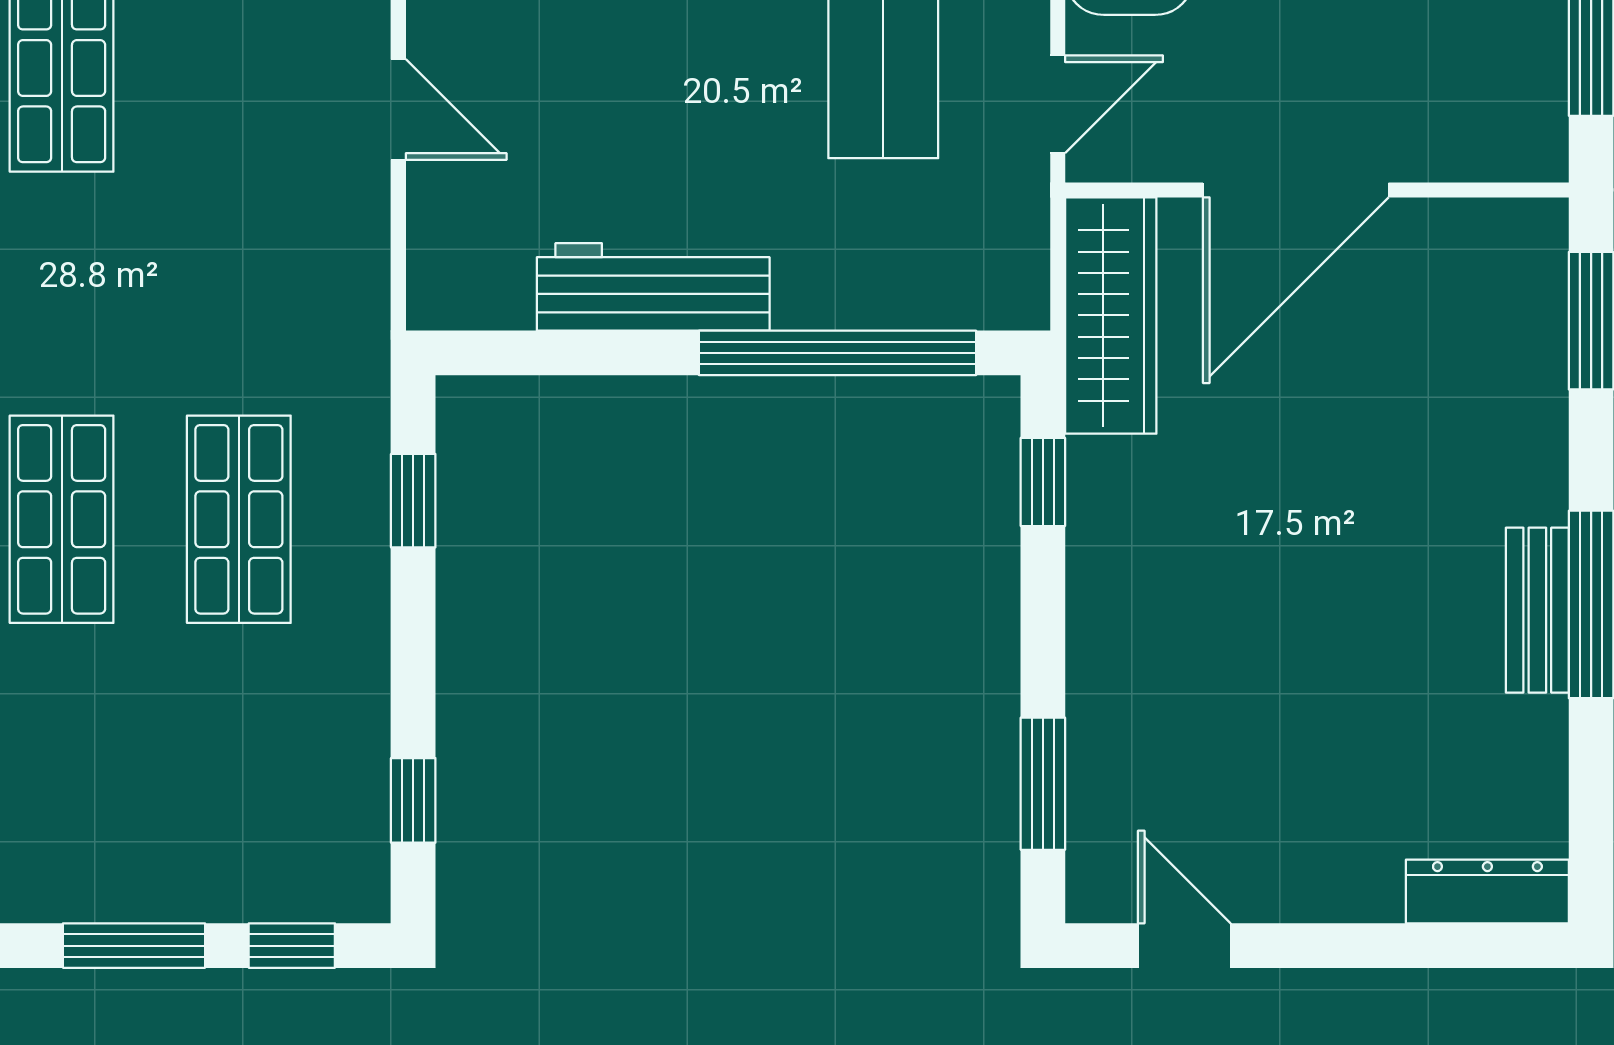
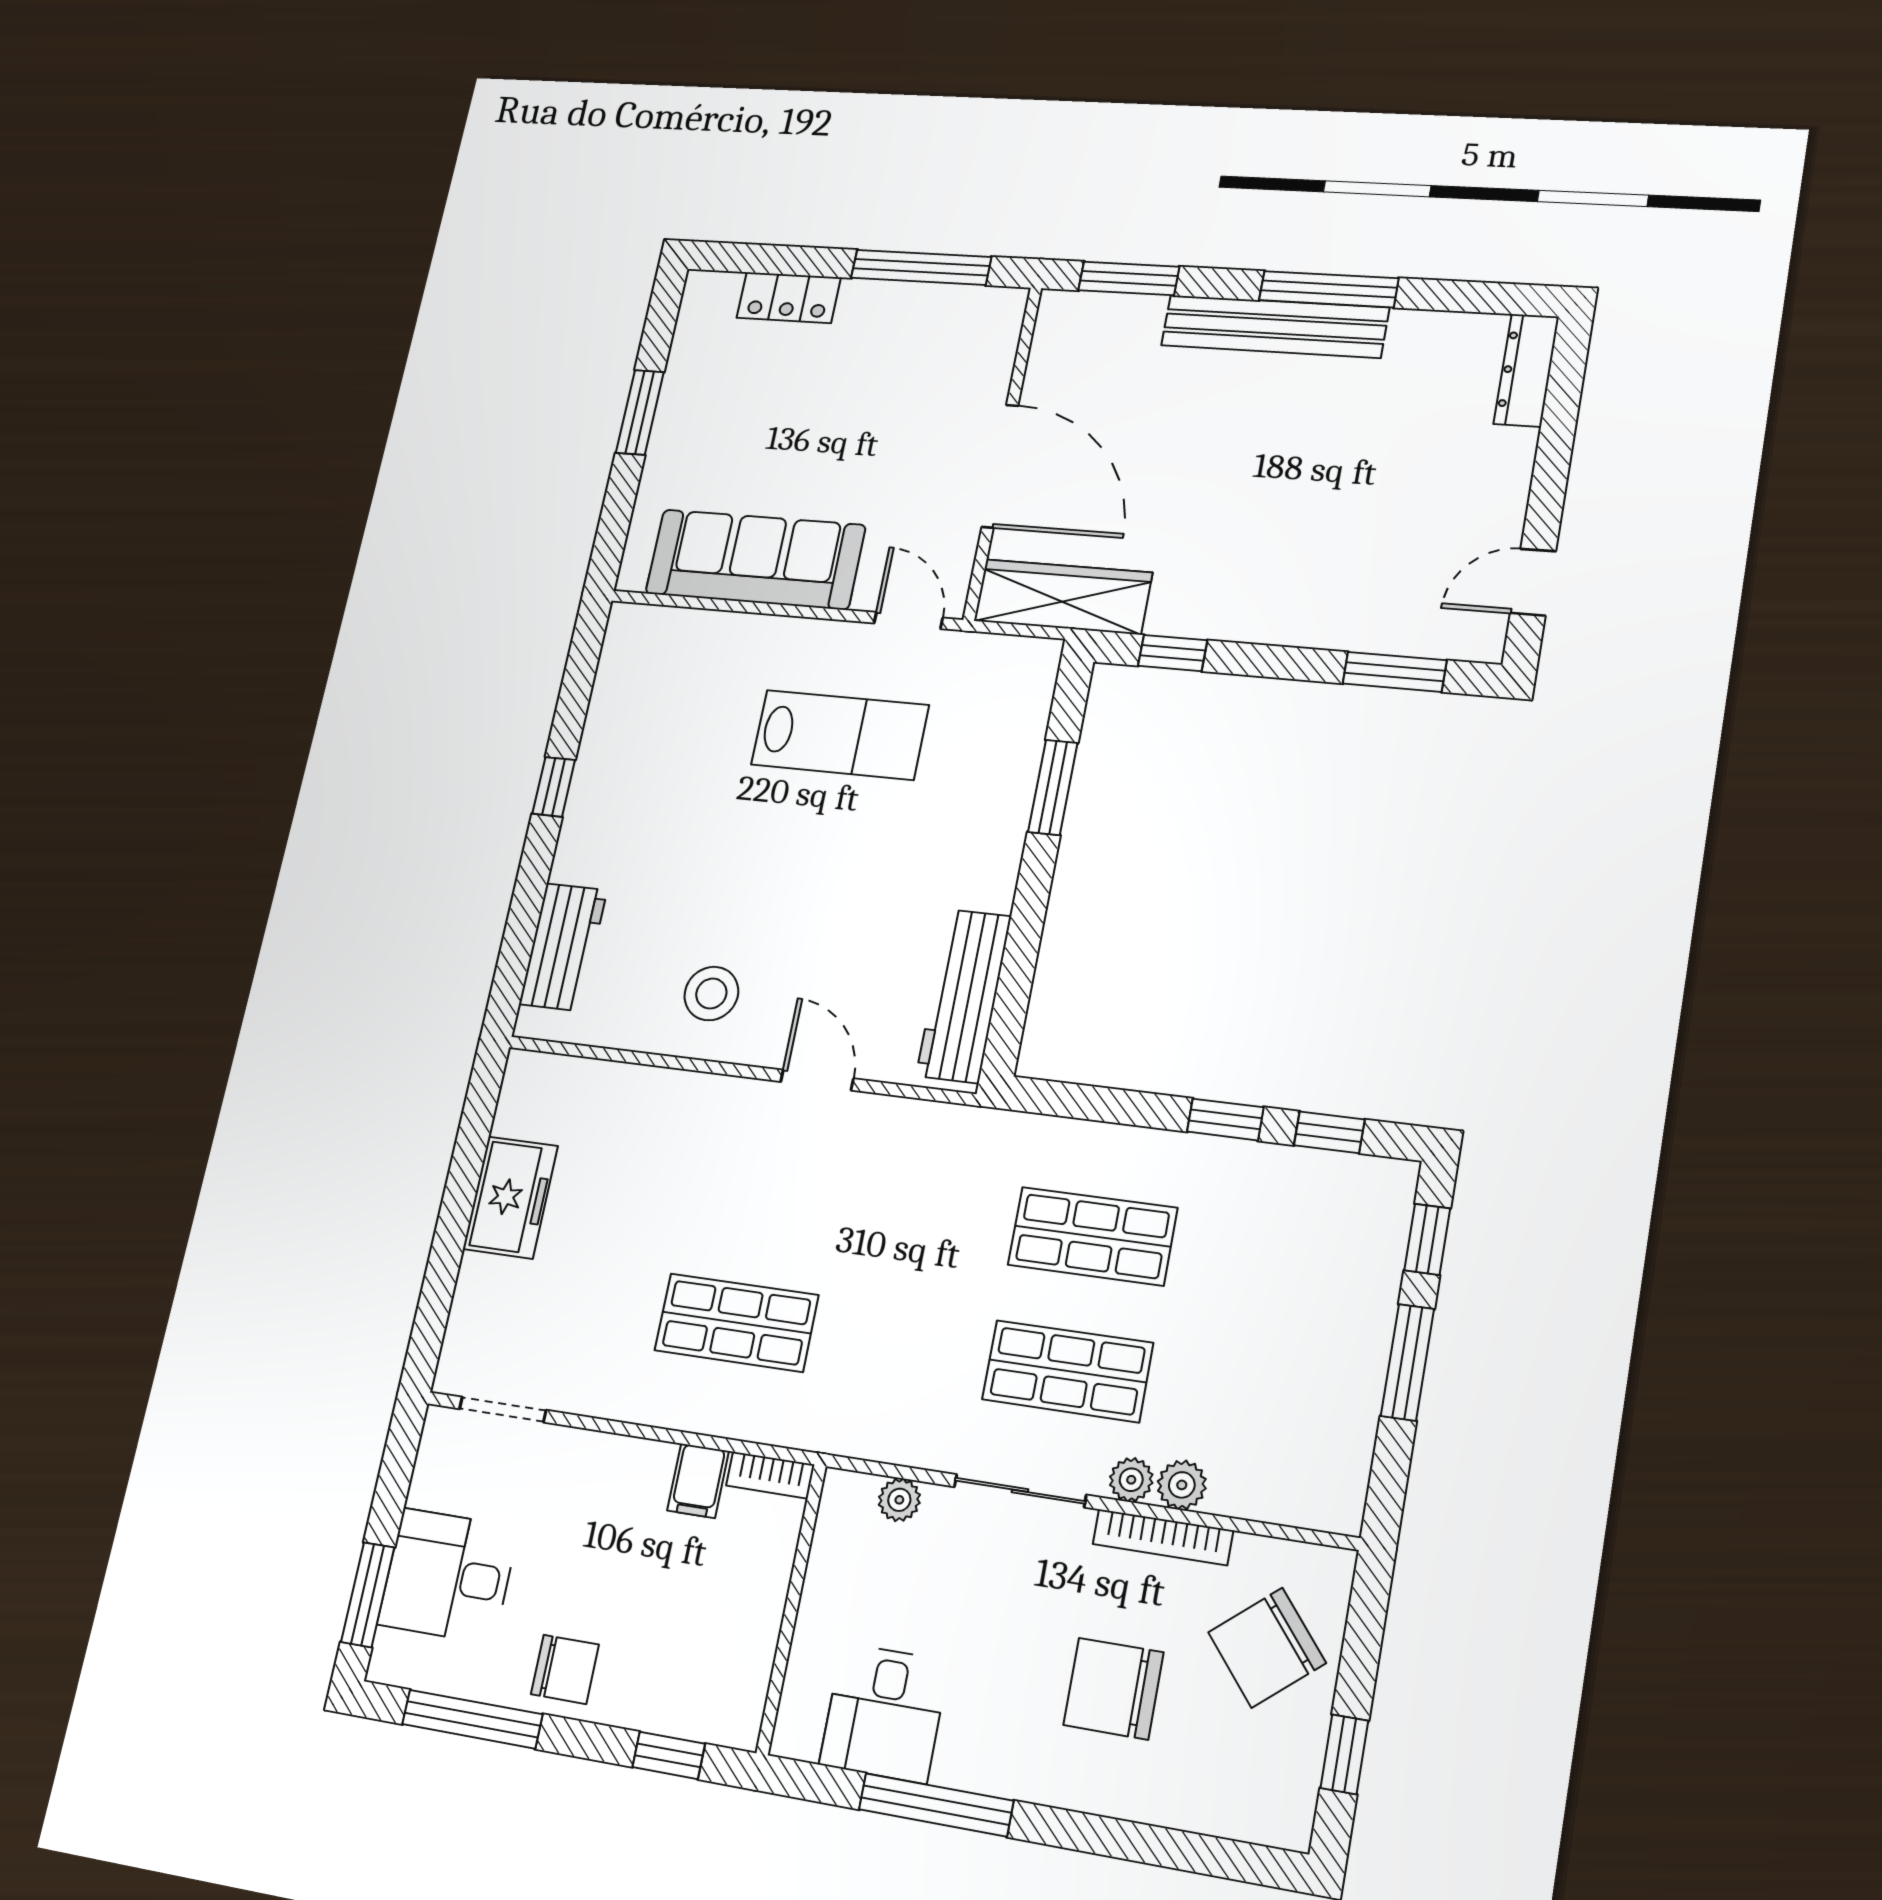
door: (398, 109) -> (817, 1080), hinge flipped
workbench: (653, 287) -> (964, 996), moved
window: (837, 353) -> (1053, 787), width x0.47
window: (413, 501) -> (1225, 1119), moved
bench: (1537, 610) -> (1275, 326), width x1.86, depth x1.21

